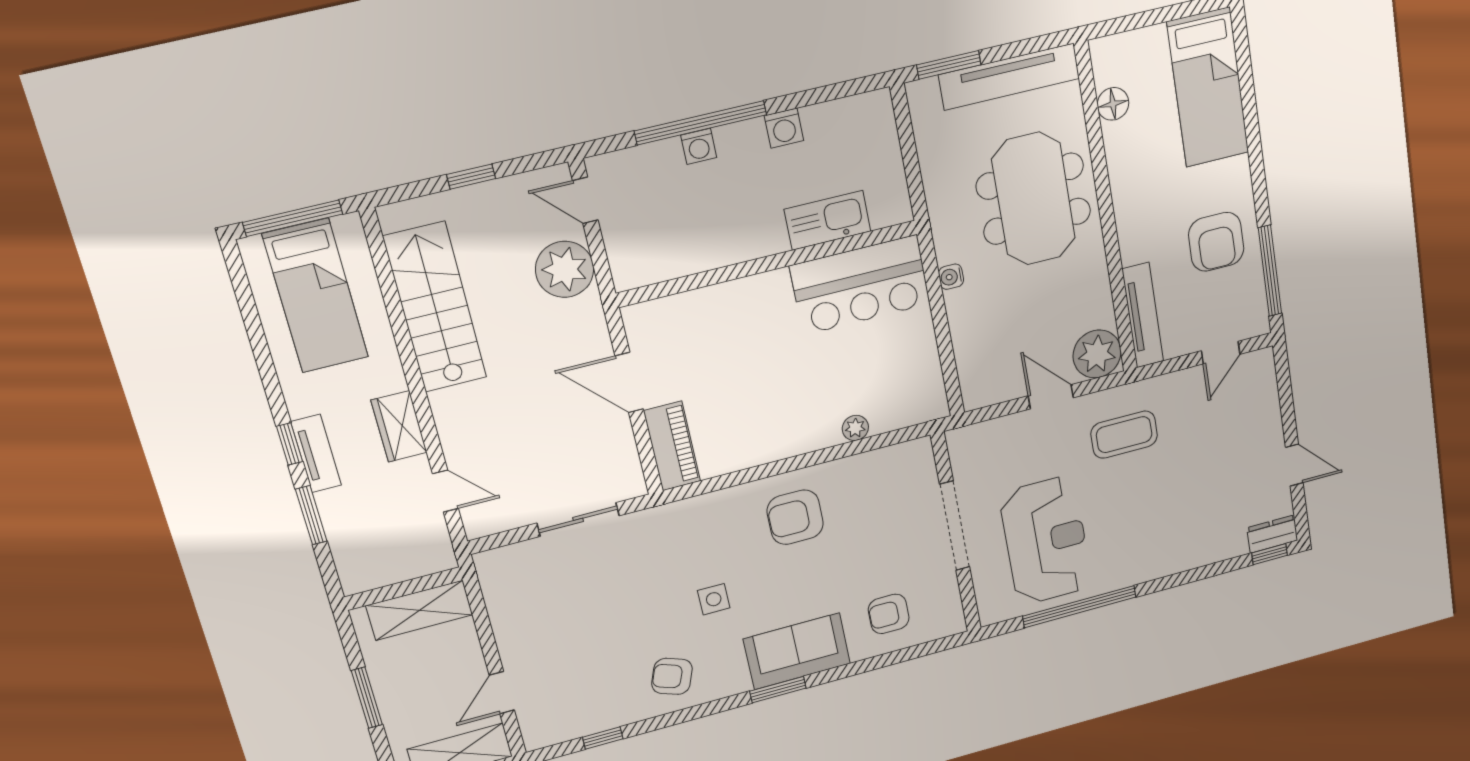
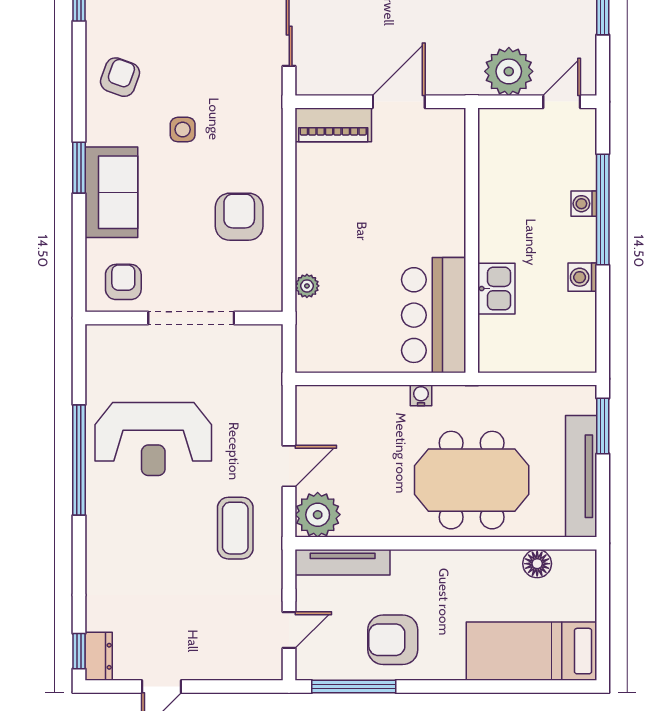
kitchen sink: (828, 220) -> (496, 289), width x0.73
door: (1221, 353) -> (289, 630), swing flipped
doorway: (955, 526) -> (191, 318), moved
wall: (956, 533) -> (184, 318), moved

